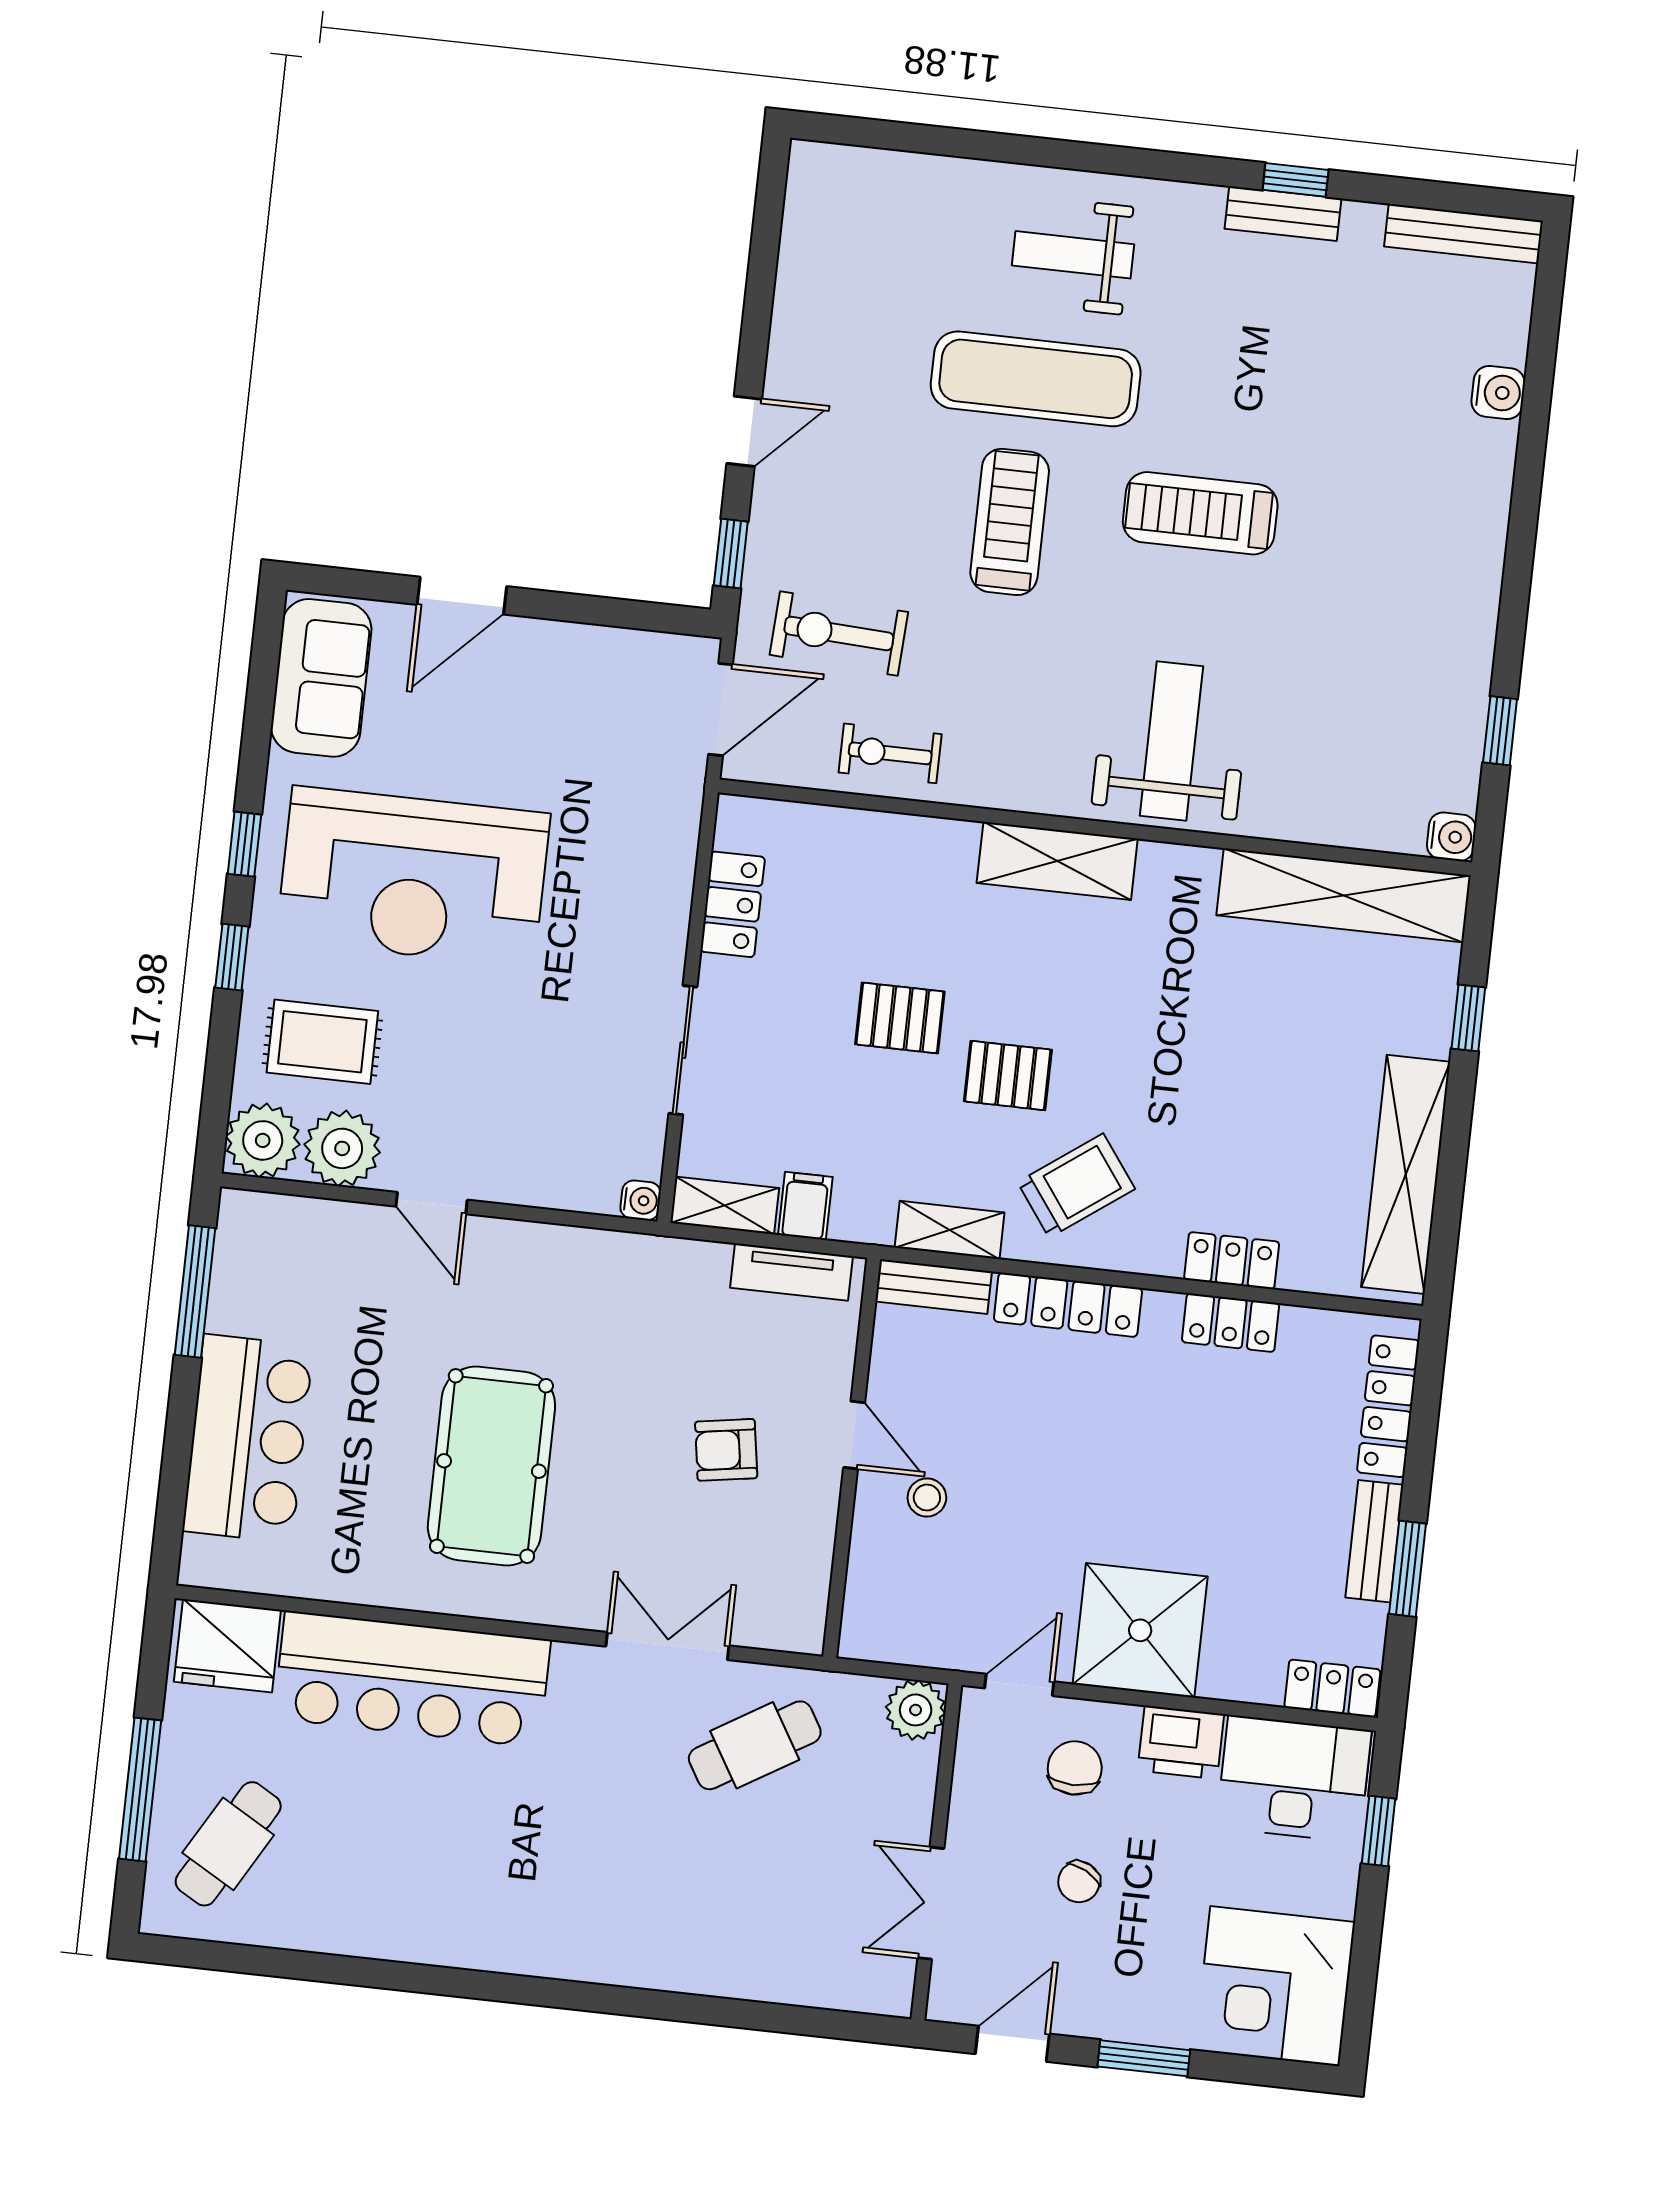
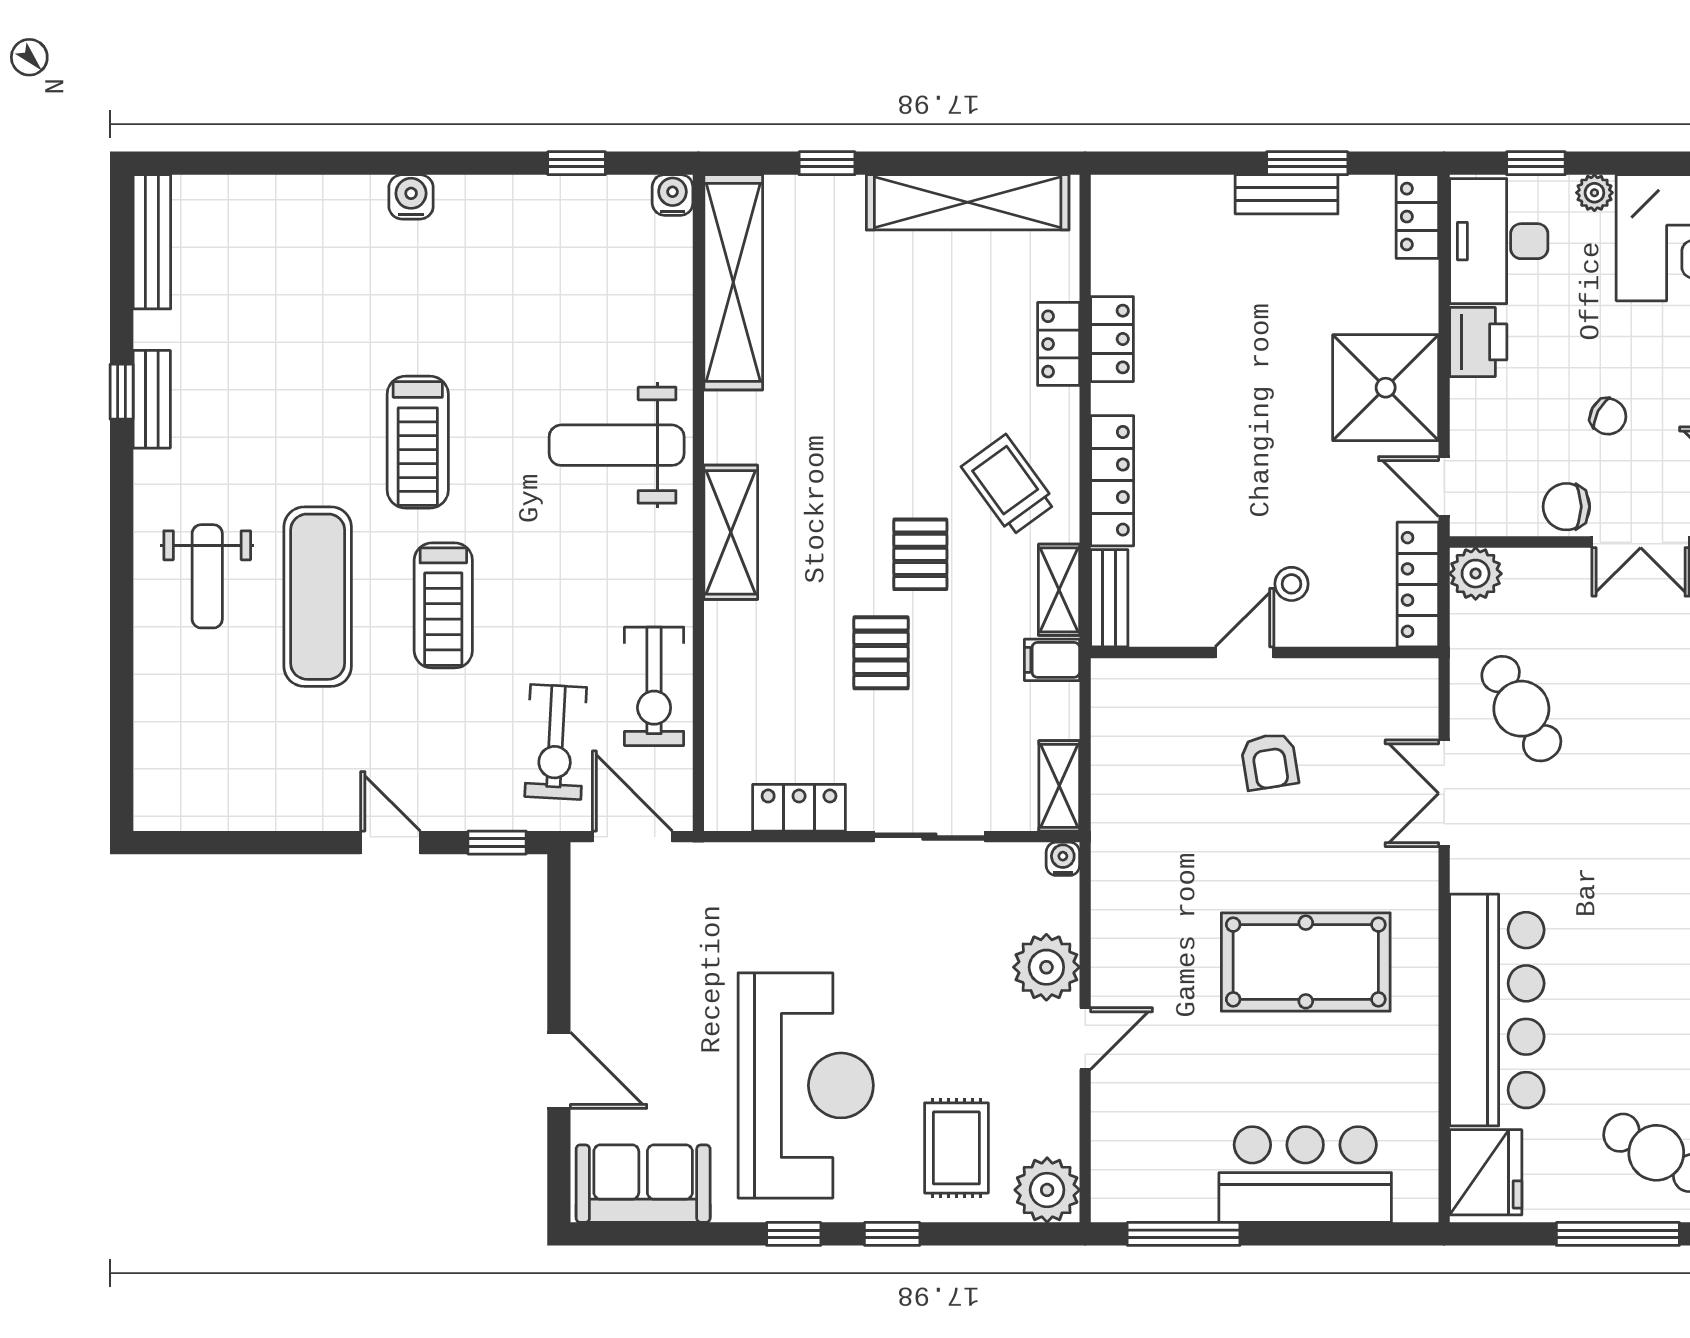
water cooler: (1498, 393) -> (411, 197), moved
treadmill: (1010, 522) -> (443, 605), turned -90
exercise bike: (890, 753) -> (654, 686), width x1.38, depth x1.39
plant: (342, 1148) -> (1046, 967), moved
filing cabinet: (805, 1206) -> (1052, 660), moved
tv unit: (791, 1272) -> (1110, 722), removed
locker: (1388, 1406) -> (1418, 584), moved, turned 90
chair: (1075, 1768) -> (1566, 507), moved
plant: (1337, 1895) -> (1594, 193), added

